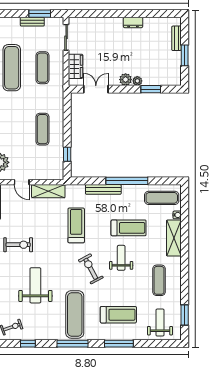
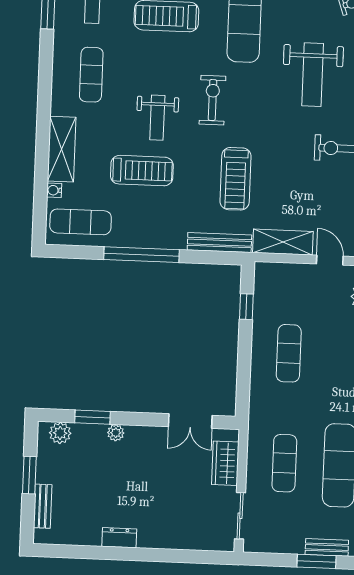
window: (40, 14) -> (317, 561), moved
bench: (32, 22) -> (327, 547), moved
plant: (126, 80) -> (60, 433), moved
bench: (103, 189) -> (219, 243), moved
treadmill: (129, 228) -> (142, 171), turned 180
exercise bike: (91, 269) -> (212, 100), turned -152

